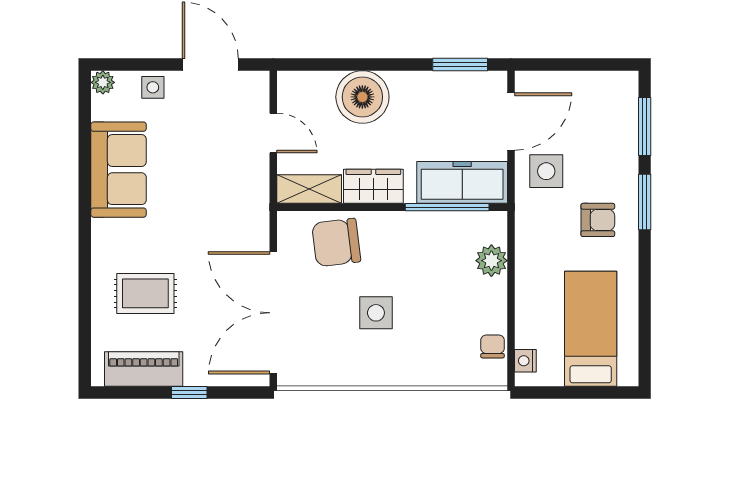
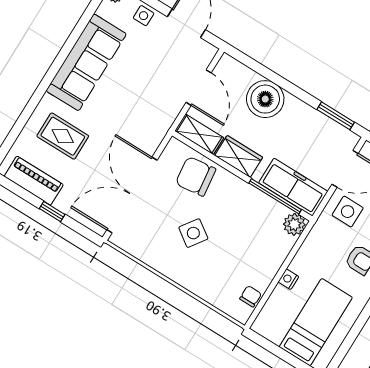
door: (273, 133) -> (199, 88), width x1.38
sofa: (119, 170) -> (86, 62), width x1.36
plant: (491, 261) -> (294, 224), moved
side table: (376, 313) -> (193, 233), turned 35
nightstand: (525, 361) -> (288, 279), moved

